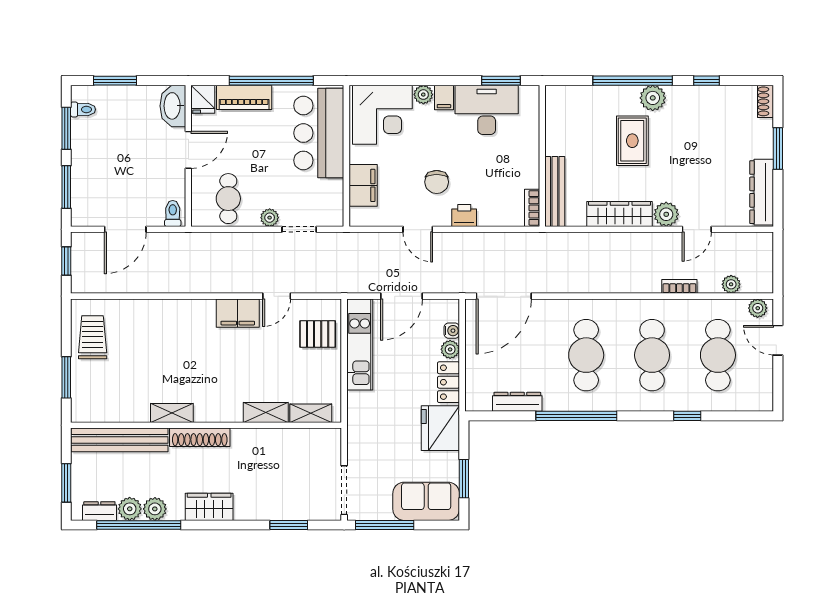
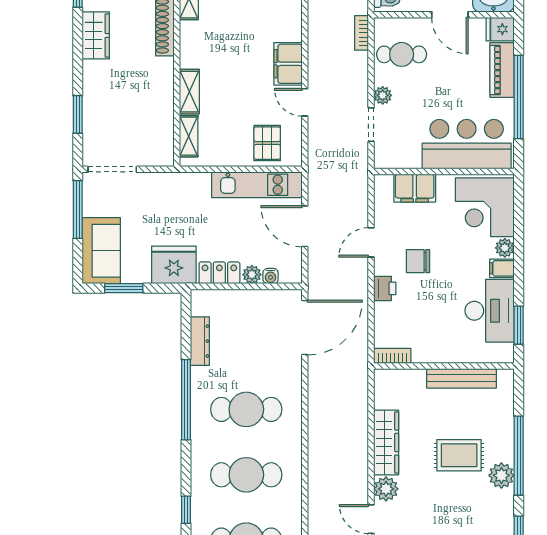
bench: (555, 192) -> (461, 378), moved
bookcase: (679, 286) -> (361, 33), moved, turned 180
door: (504, 296) -> (305, 328), swing flipped

